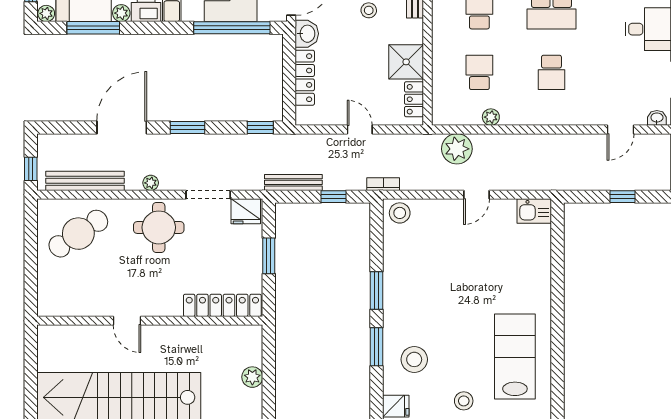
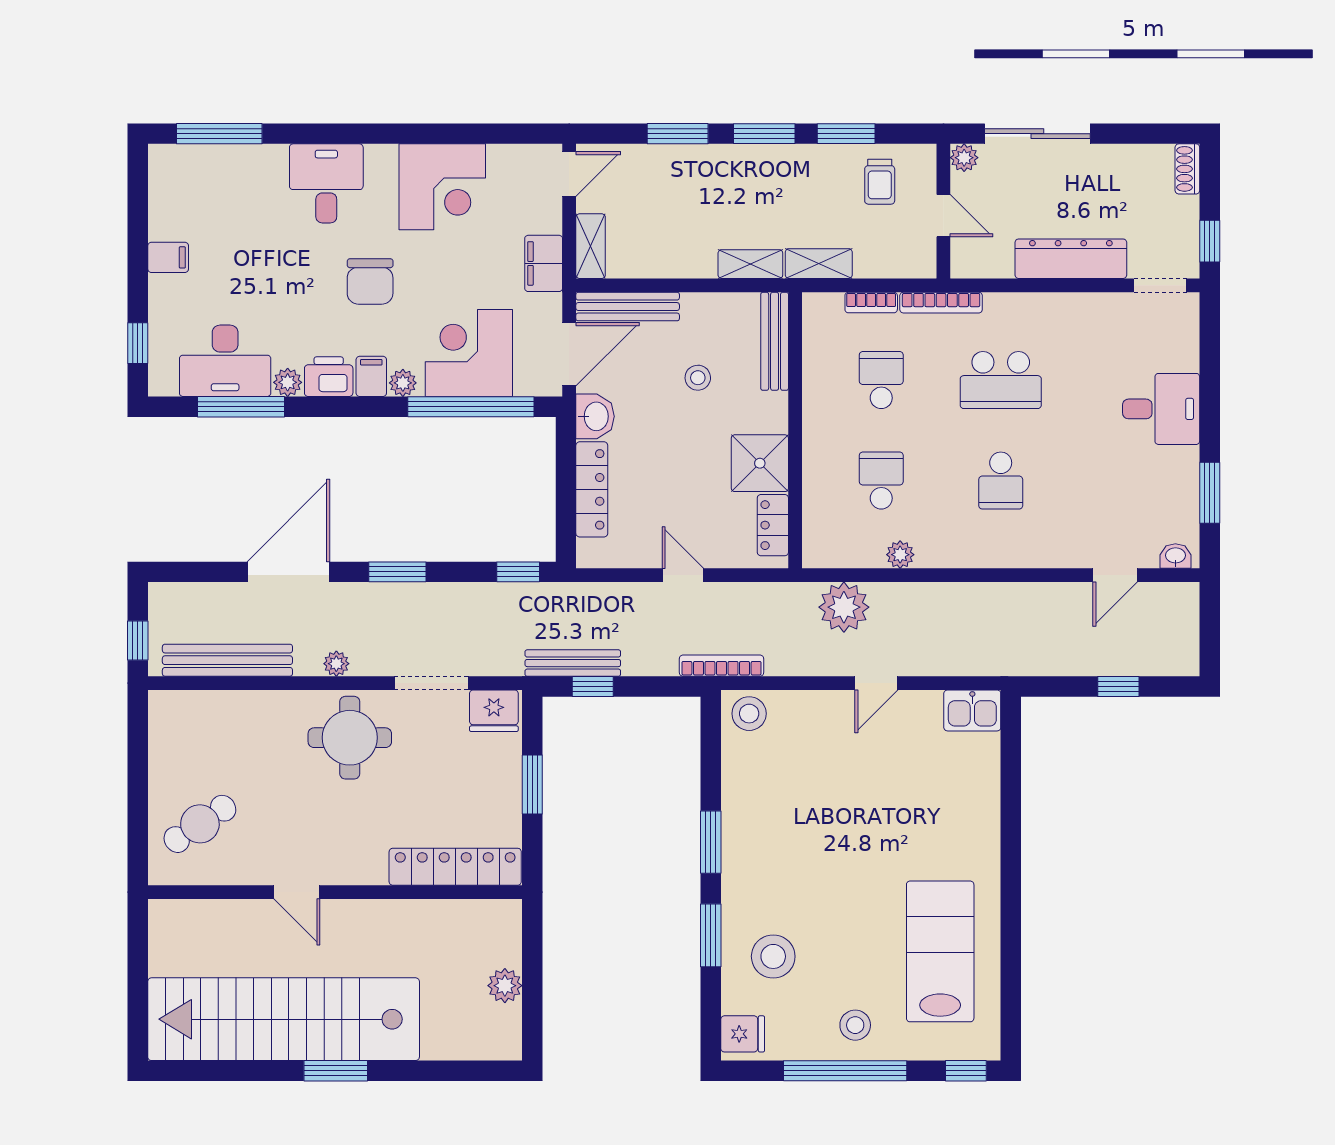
plant: (46, 13) -> (403, 383), moved
bookcase: (383, 184) -> (722, 666), width x1.56
window: (334, 197) -> (593, 686), moved
cafe table: (78, 234) -> (200, 824), moved, width x0.73, depth x0.74

